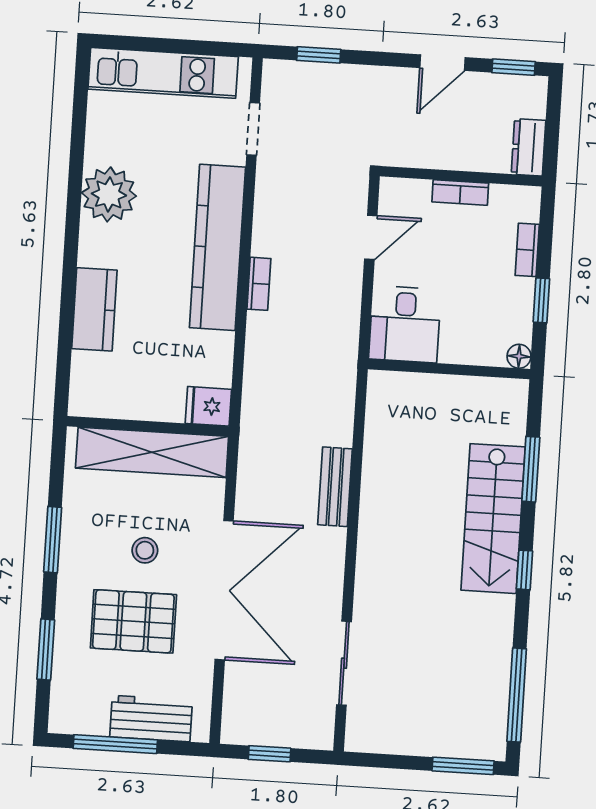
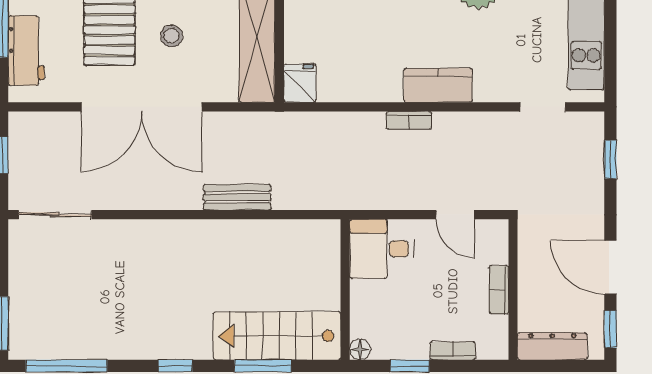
door: (443, 63) -> (610, 267), width x1.38
dresser: (528, 147) -> (552, 346), width x1.44
kitchen counter: (217, 247) -> (438, 85), width x0.48, depth x0.86
stairs: (493, 519) -> (277, 336), moved
sliding door: (344, 663) -> (55, 215), moved

